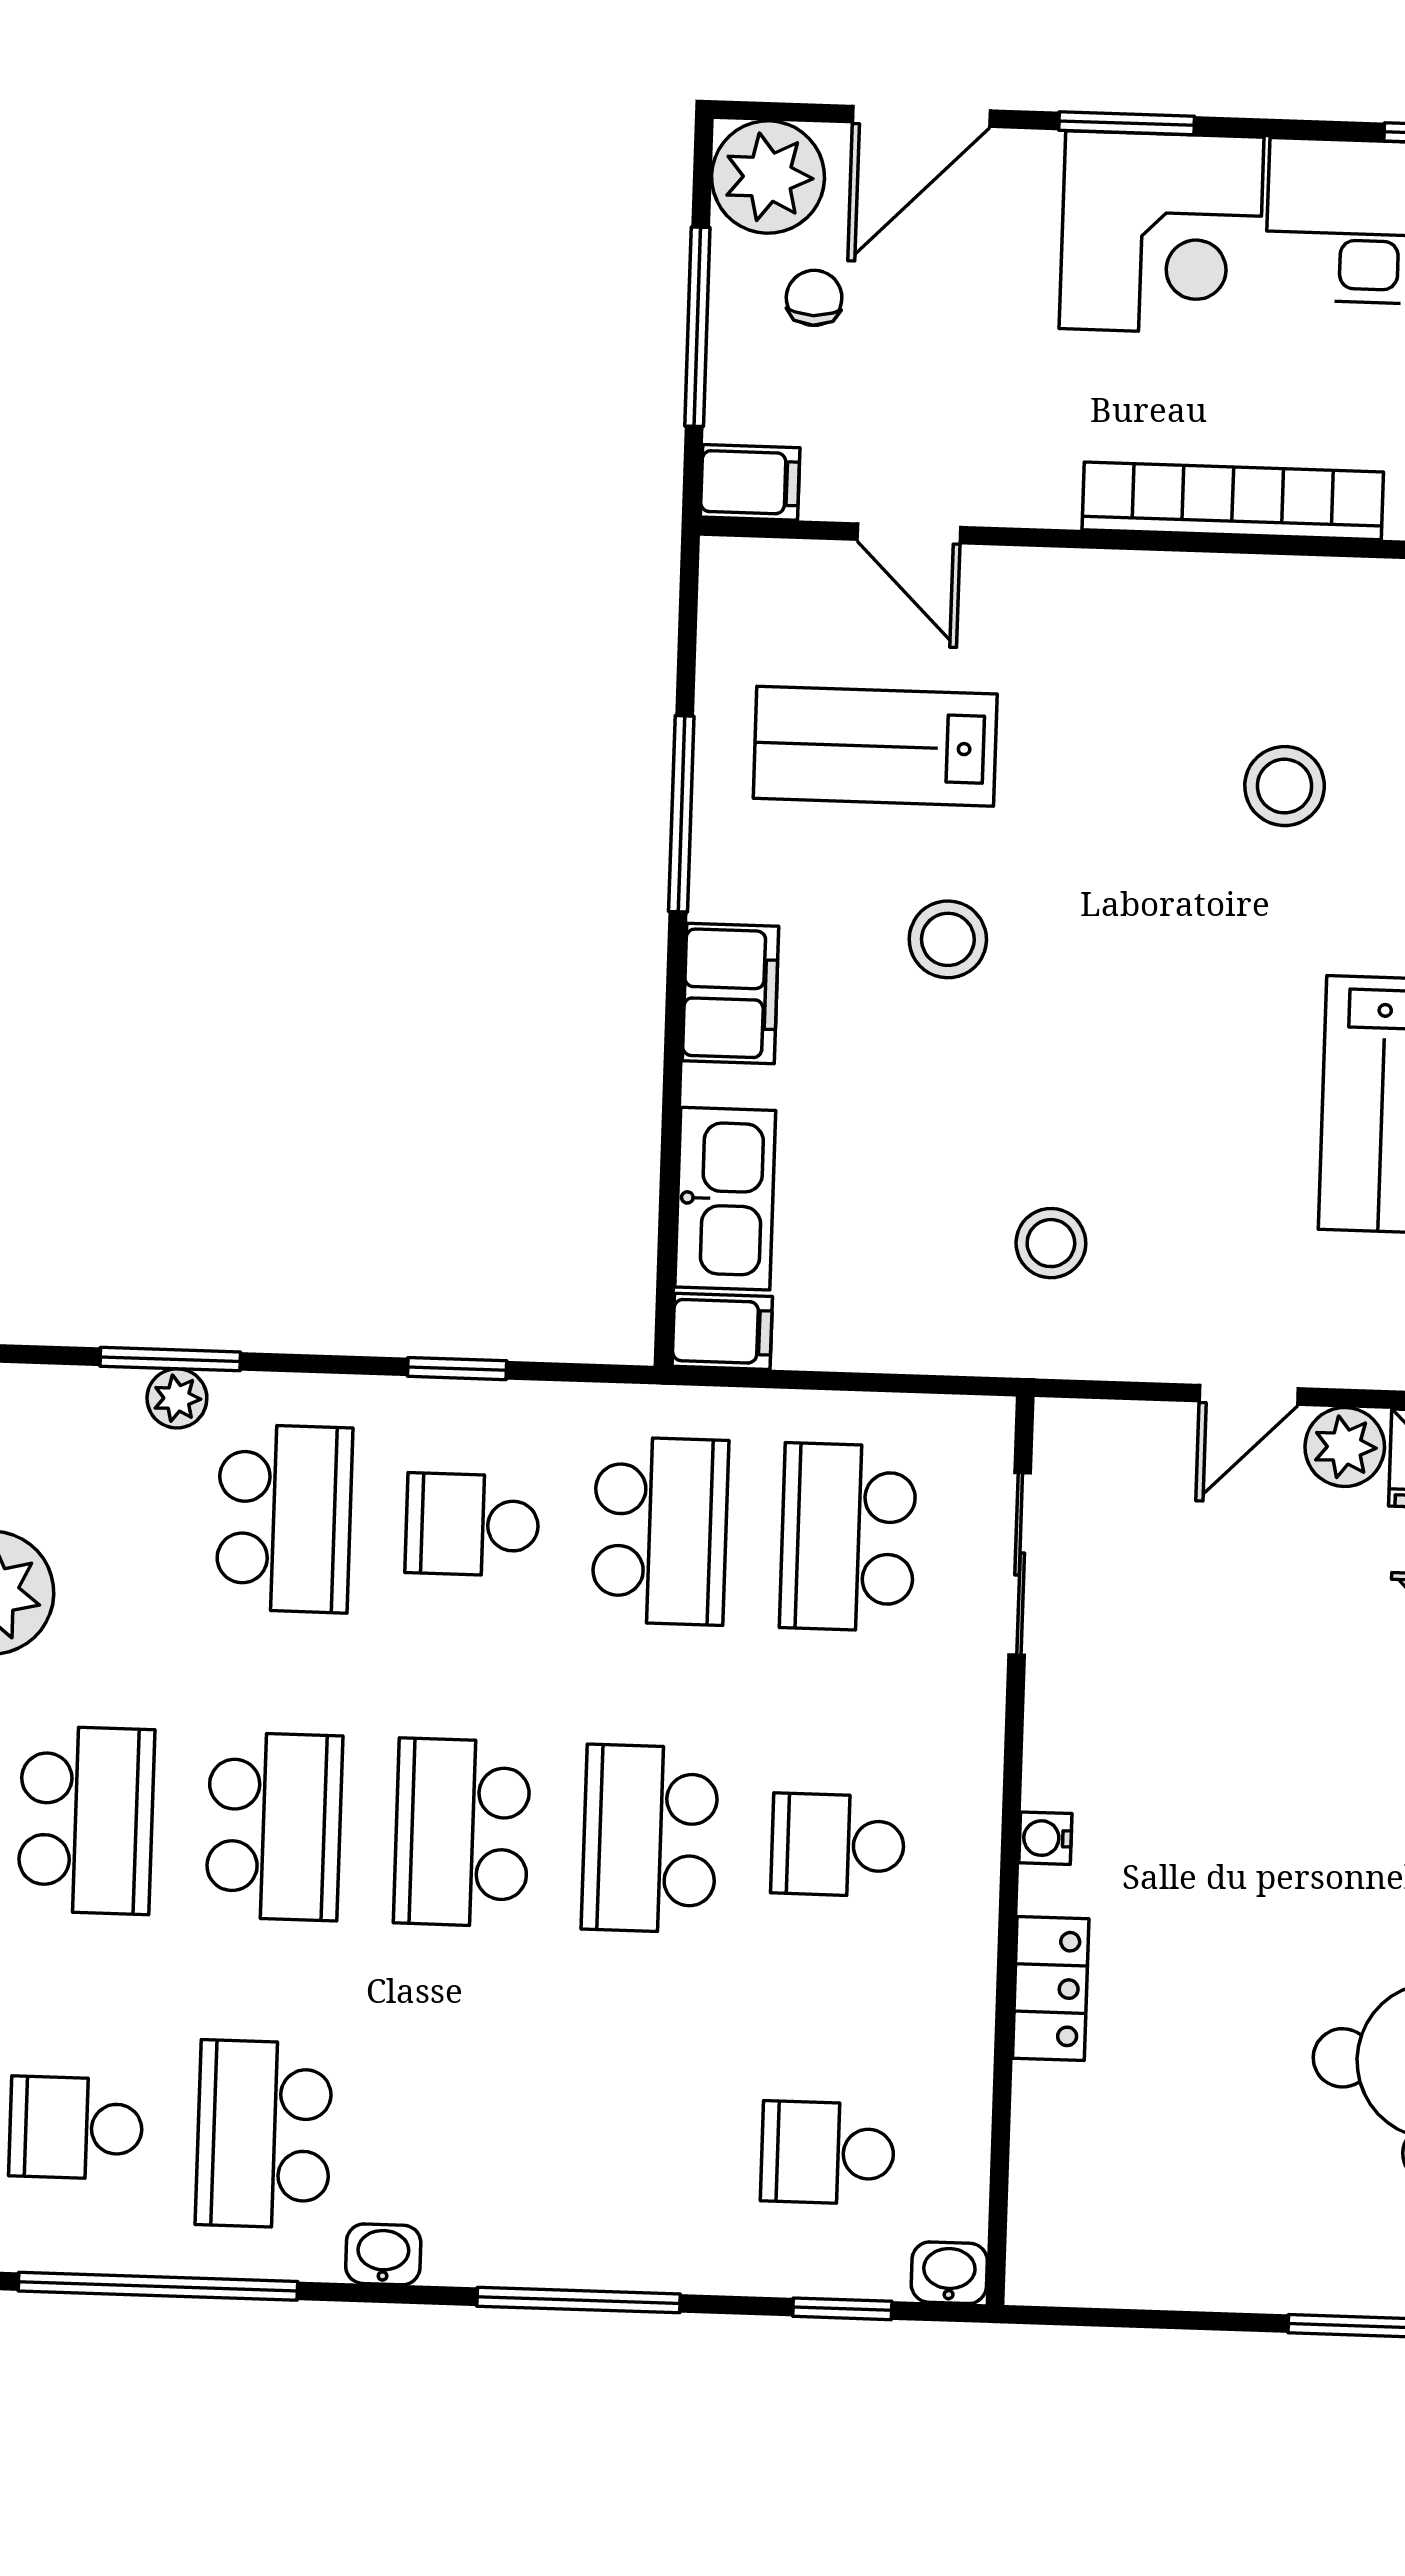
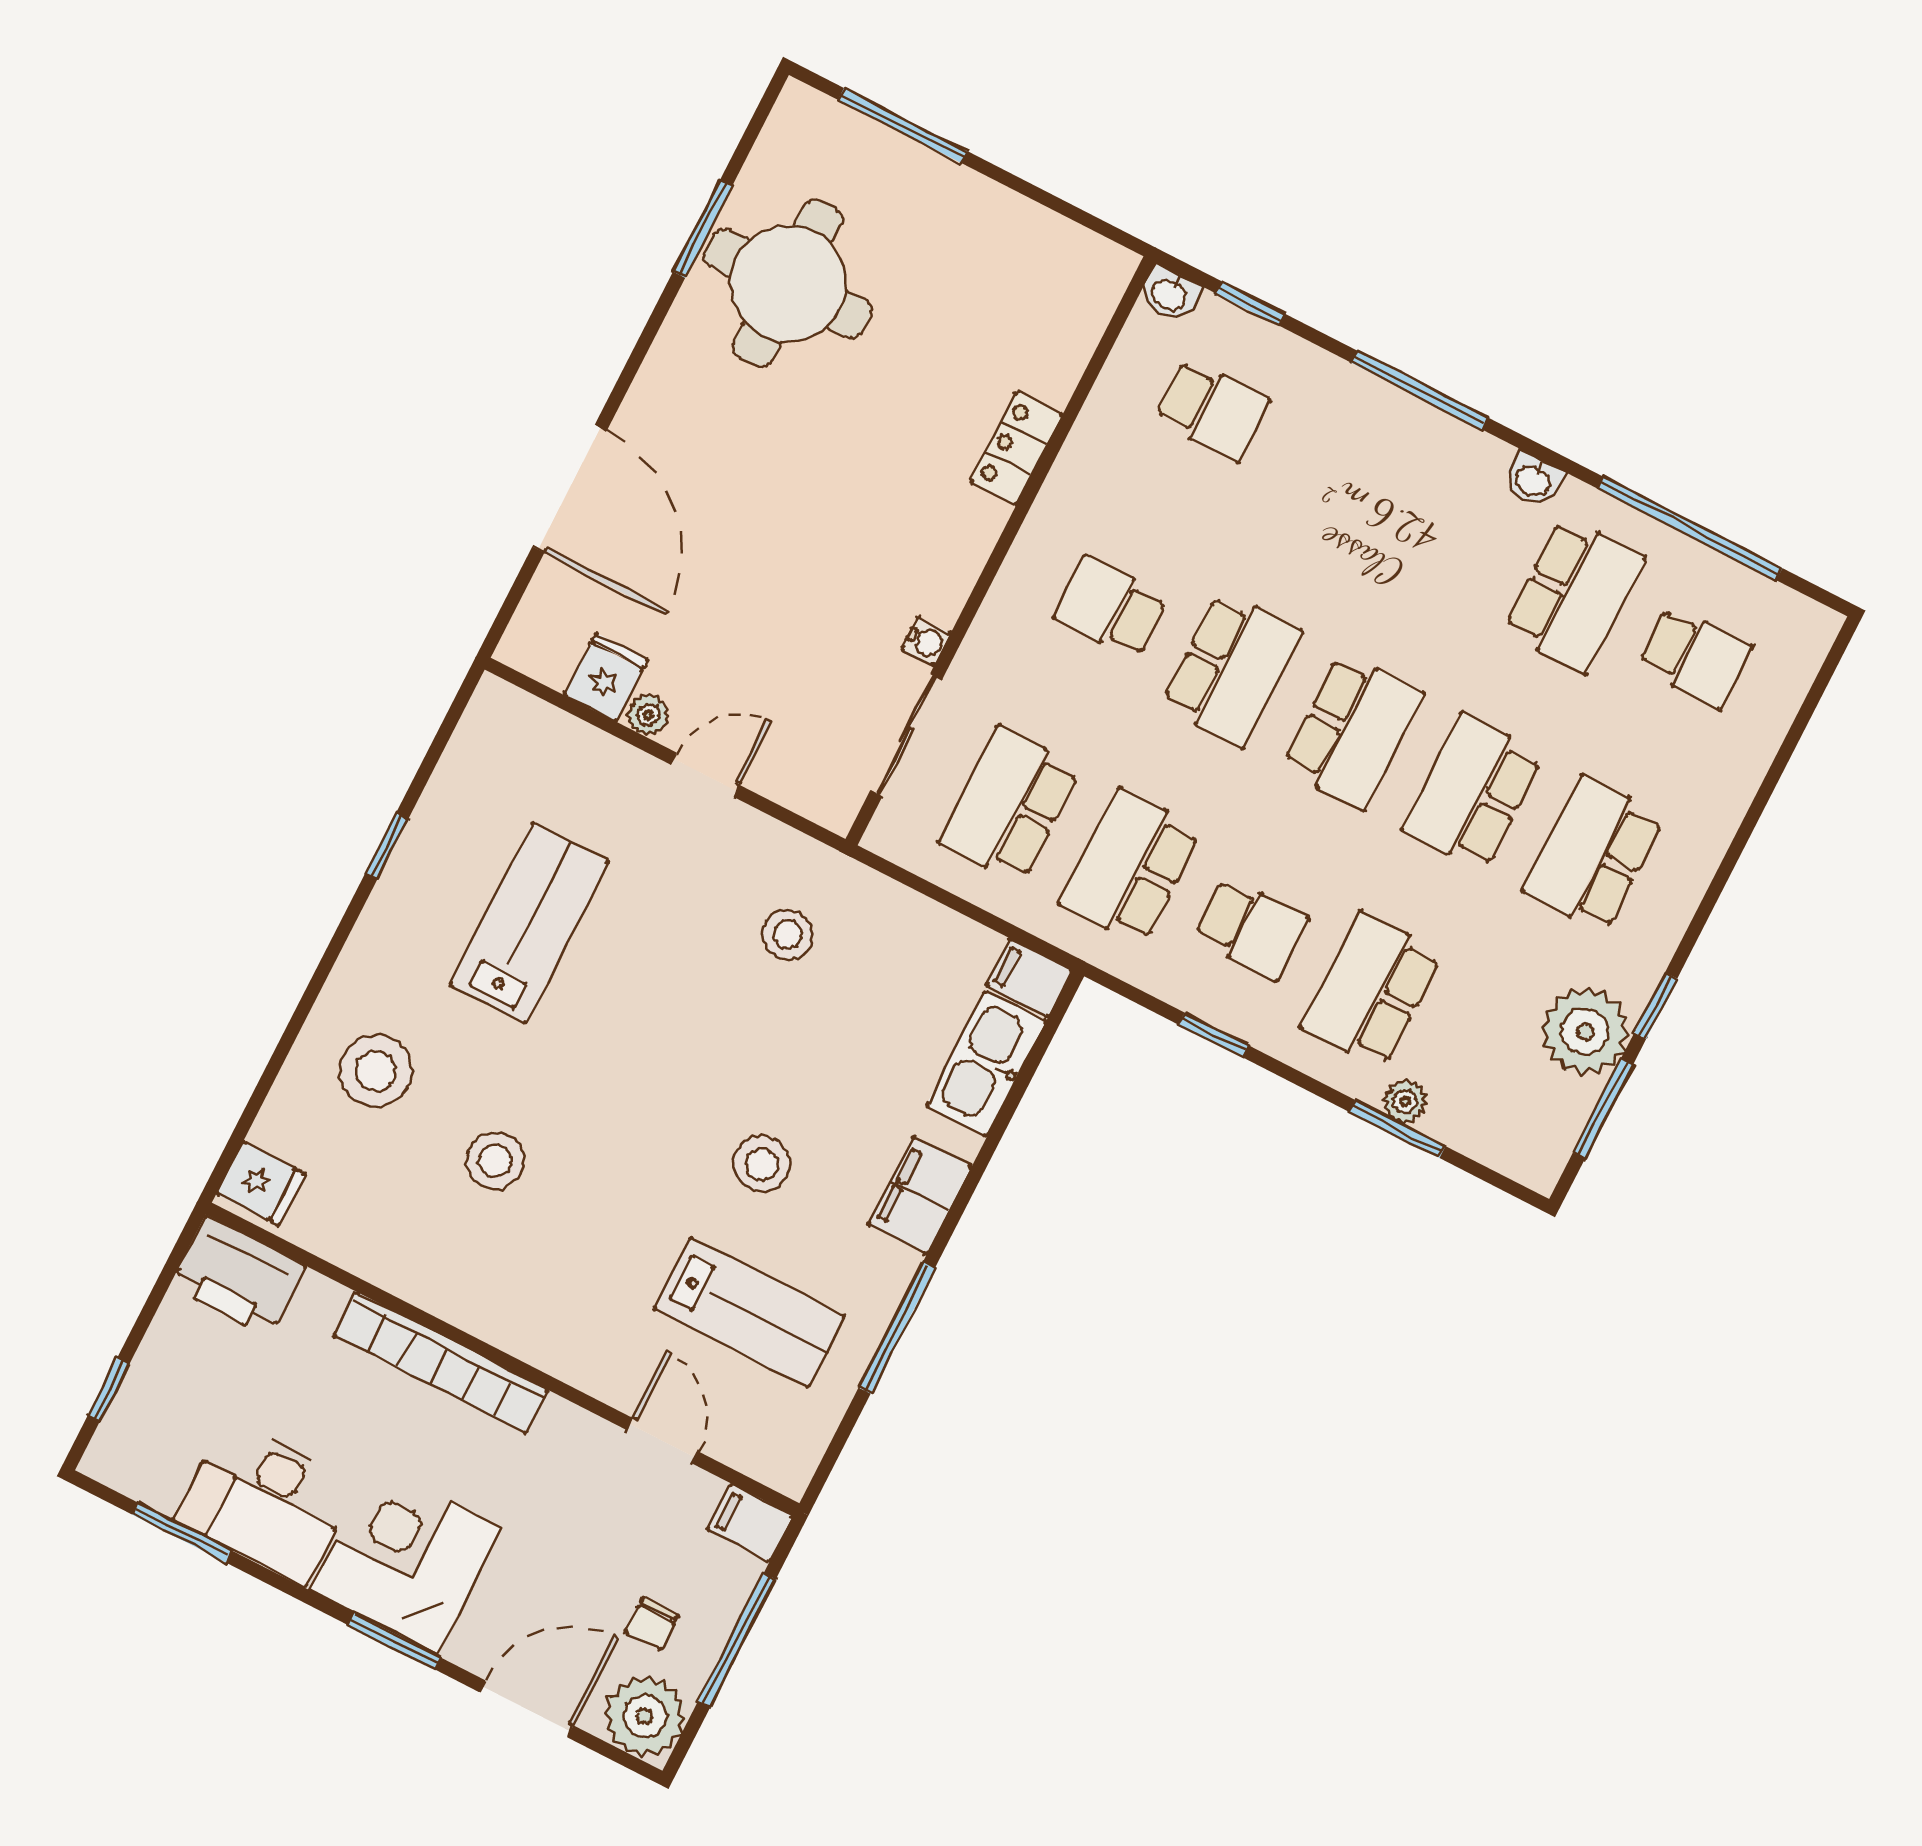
plant: (1345, 1447) -> (648, 715), width x0.73, depth x0.73
school desk: (848, 1537) -> (1010, 805), turned 180
water cooler: (1045, 1838) -> (926, 641), moved
school desk: (838, 1845) -> (1111, 607), turned 180

